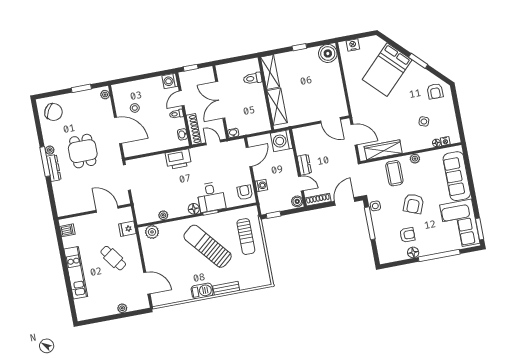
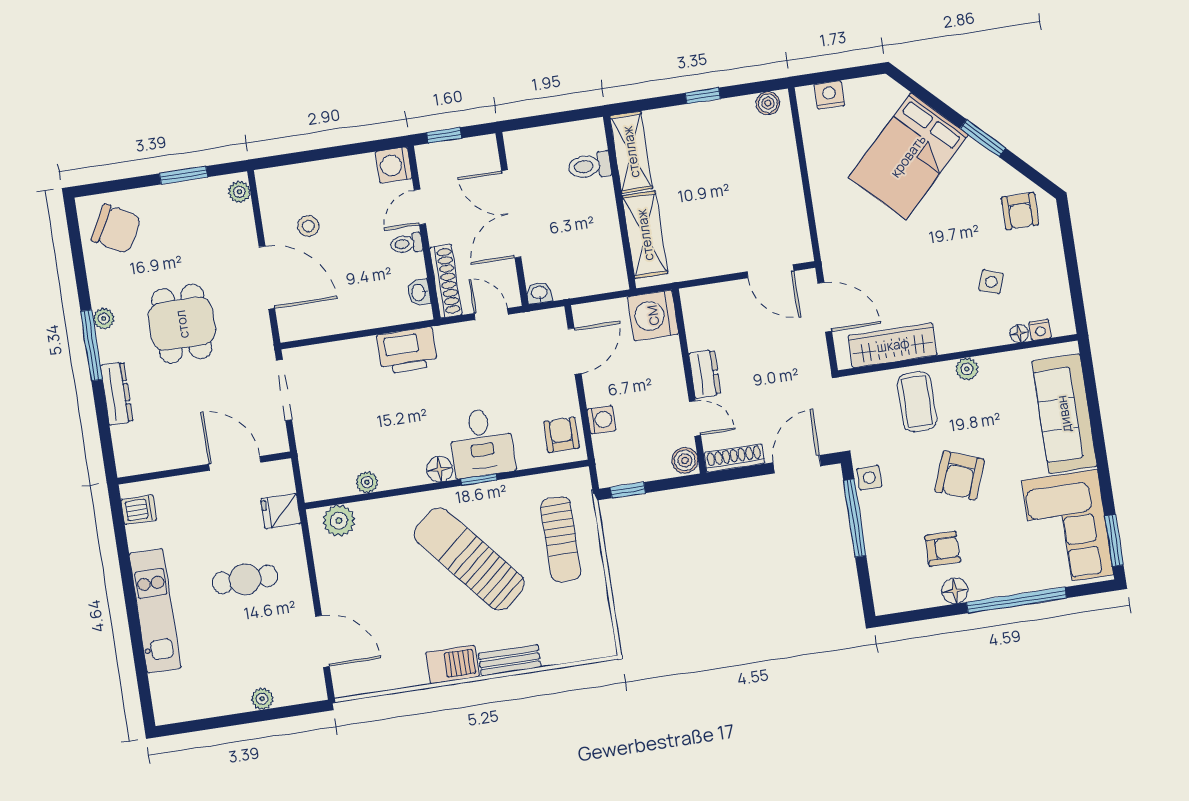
boiler: (328, 53) -> (768, 103), width x0.54, depth x0.54
dresser: (54, 168) -> (117, 394), moved
cafe table: (113, 258) -> (245, 579), turned -54

